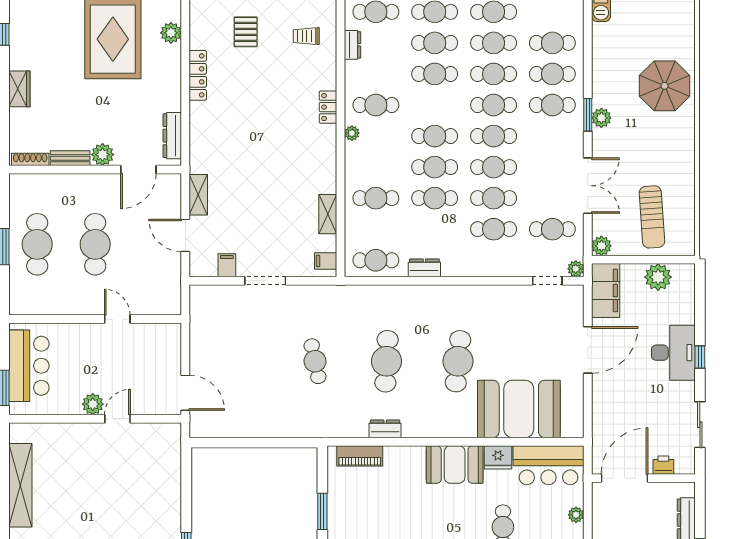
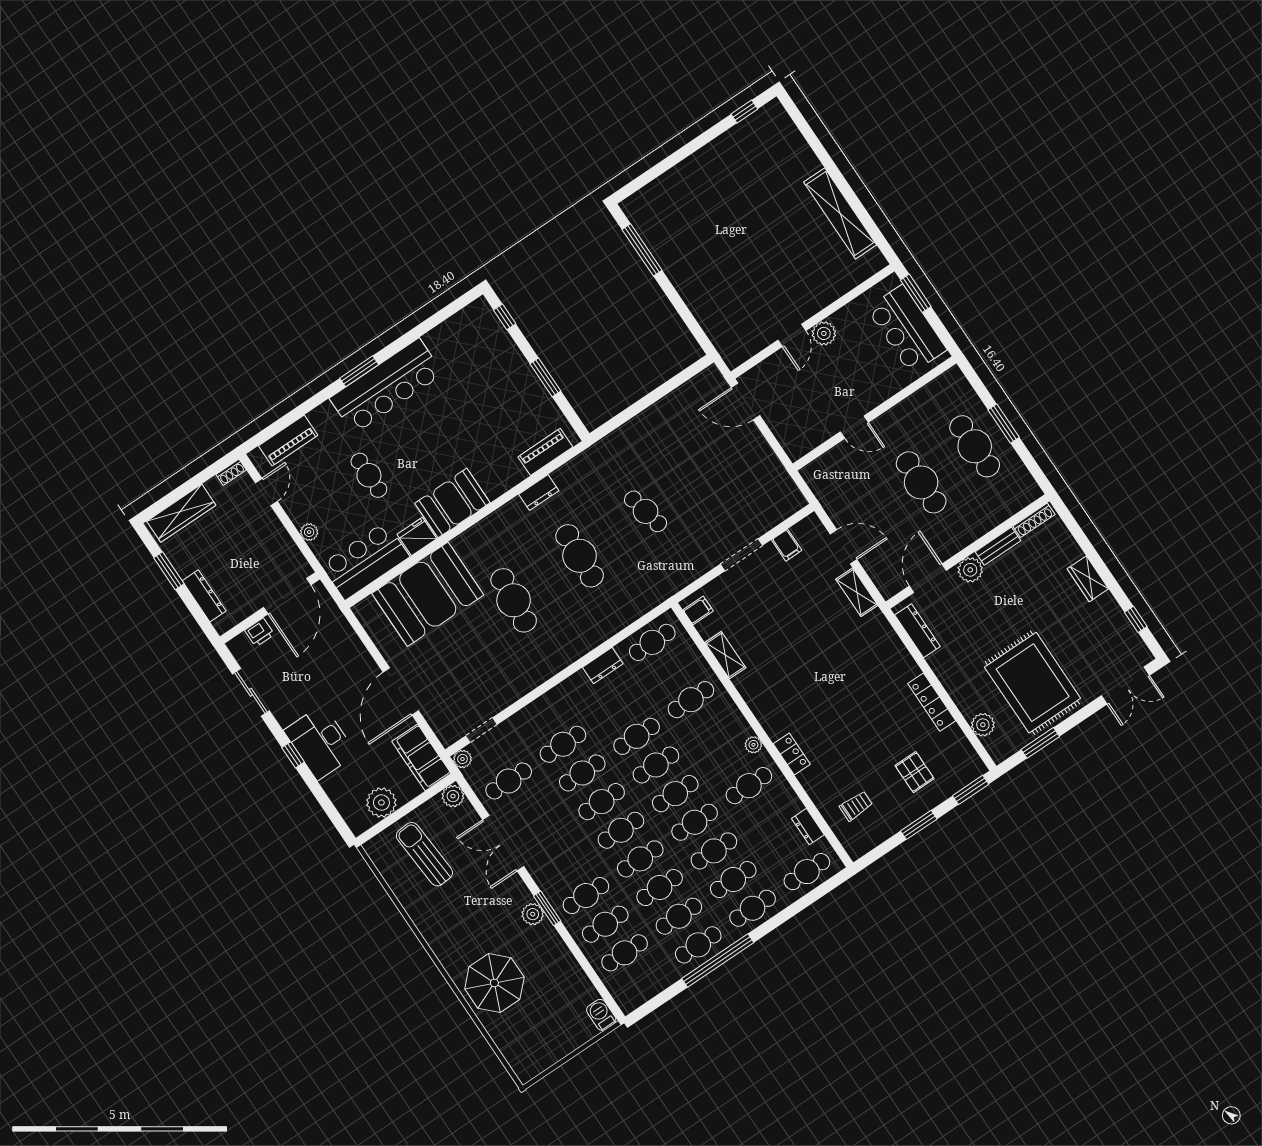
cafe table: (435, 105) -> (695, 822), added

